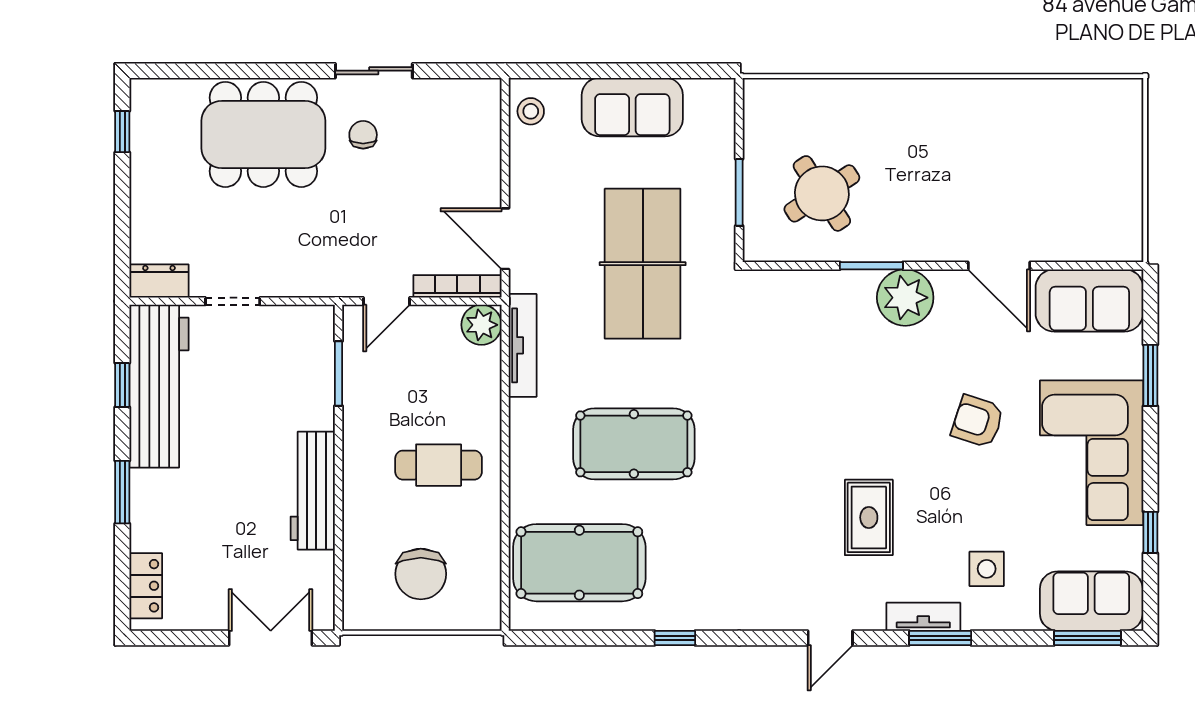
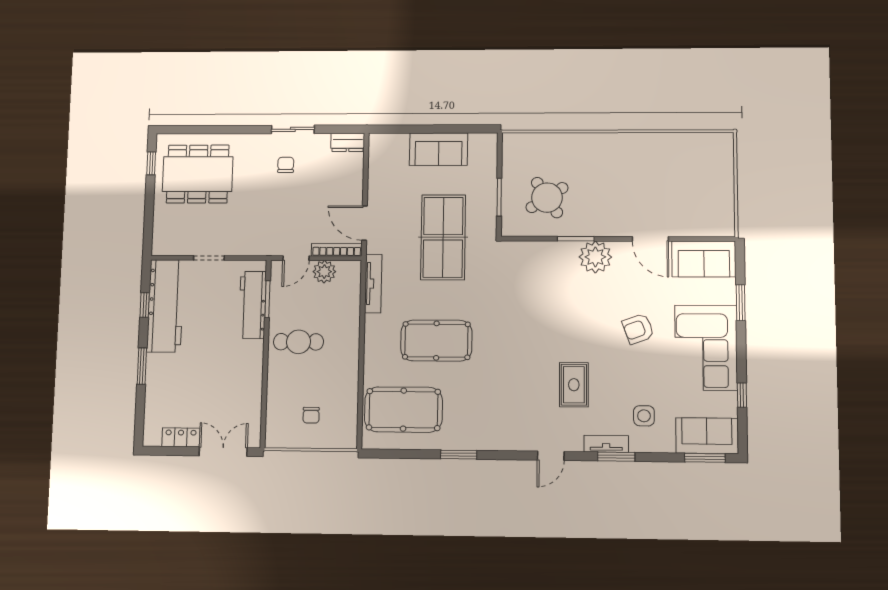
stool: (531, 111) -> (381, 152), removed
dining table: (263, 134) -> (198, 174), moved
dresser: (159, 281) -> (348, 142), moved, turned 180
plant: (481, 325) -> (324, 272), moved
armchair: (978, 421) -> (638, 329), turned -38
cafe table: (439, 465) -> (298, 342), moved
workbench: (313, 491) -> (253, 305), moved
chair: (421, 574) -> (311, 415), width x0.54, depth x0.54
locker: (146, 586) -> (181, 437), moved, turned -90
window: (675, 638) -> (459, 455), width x1.50

